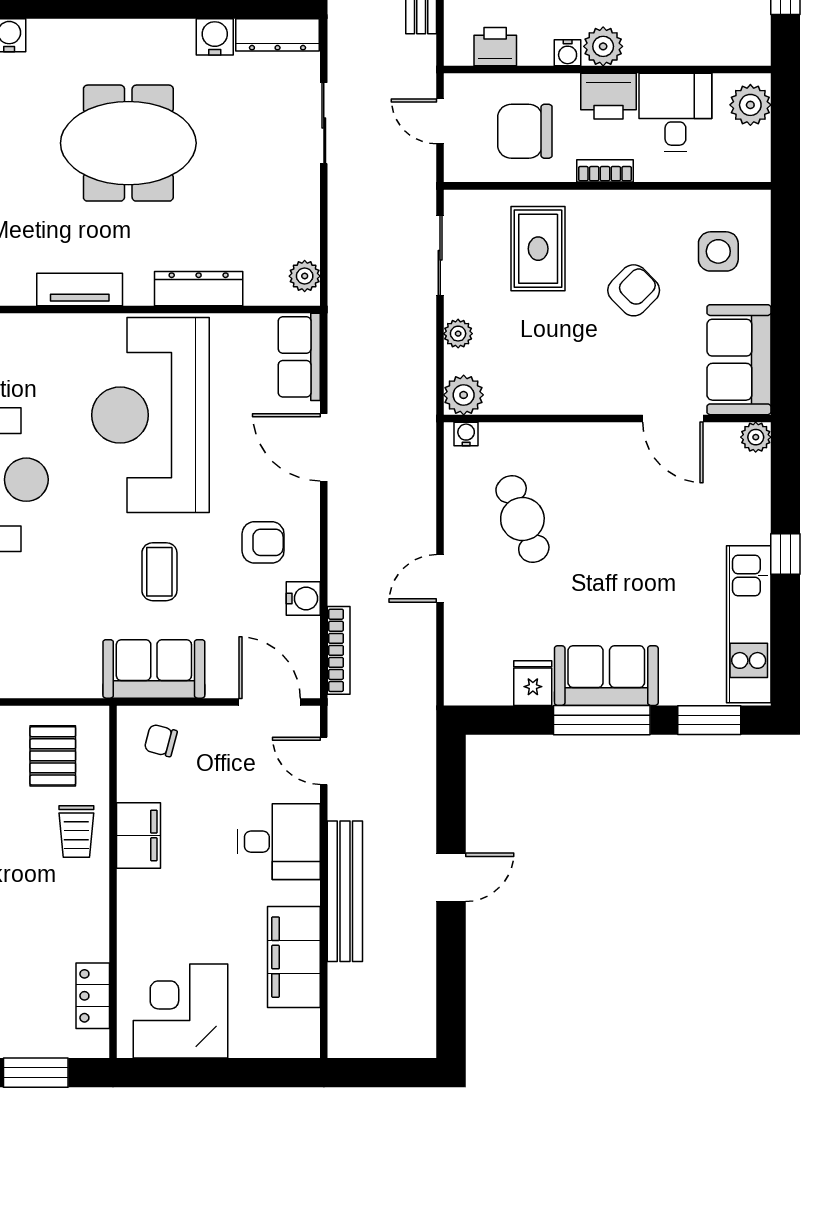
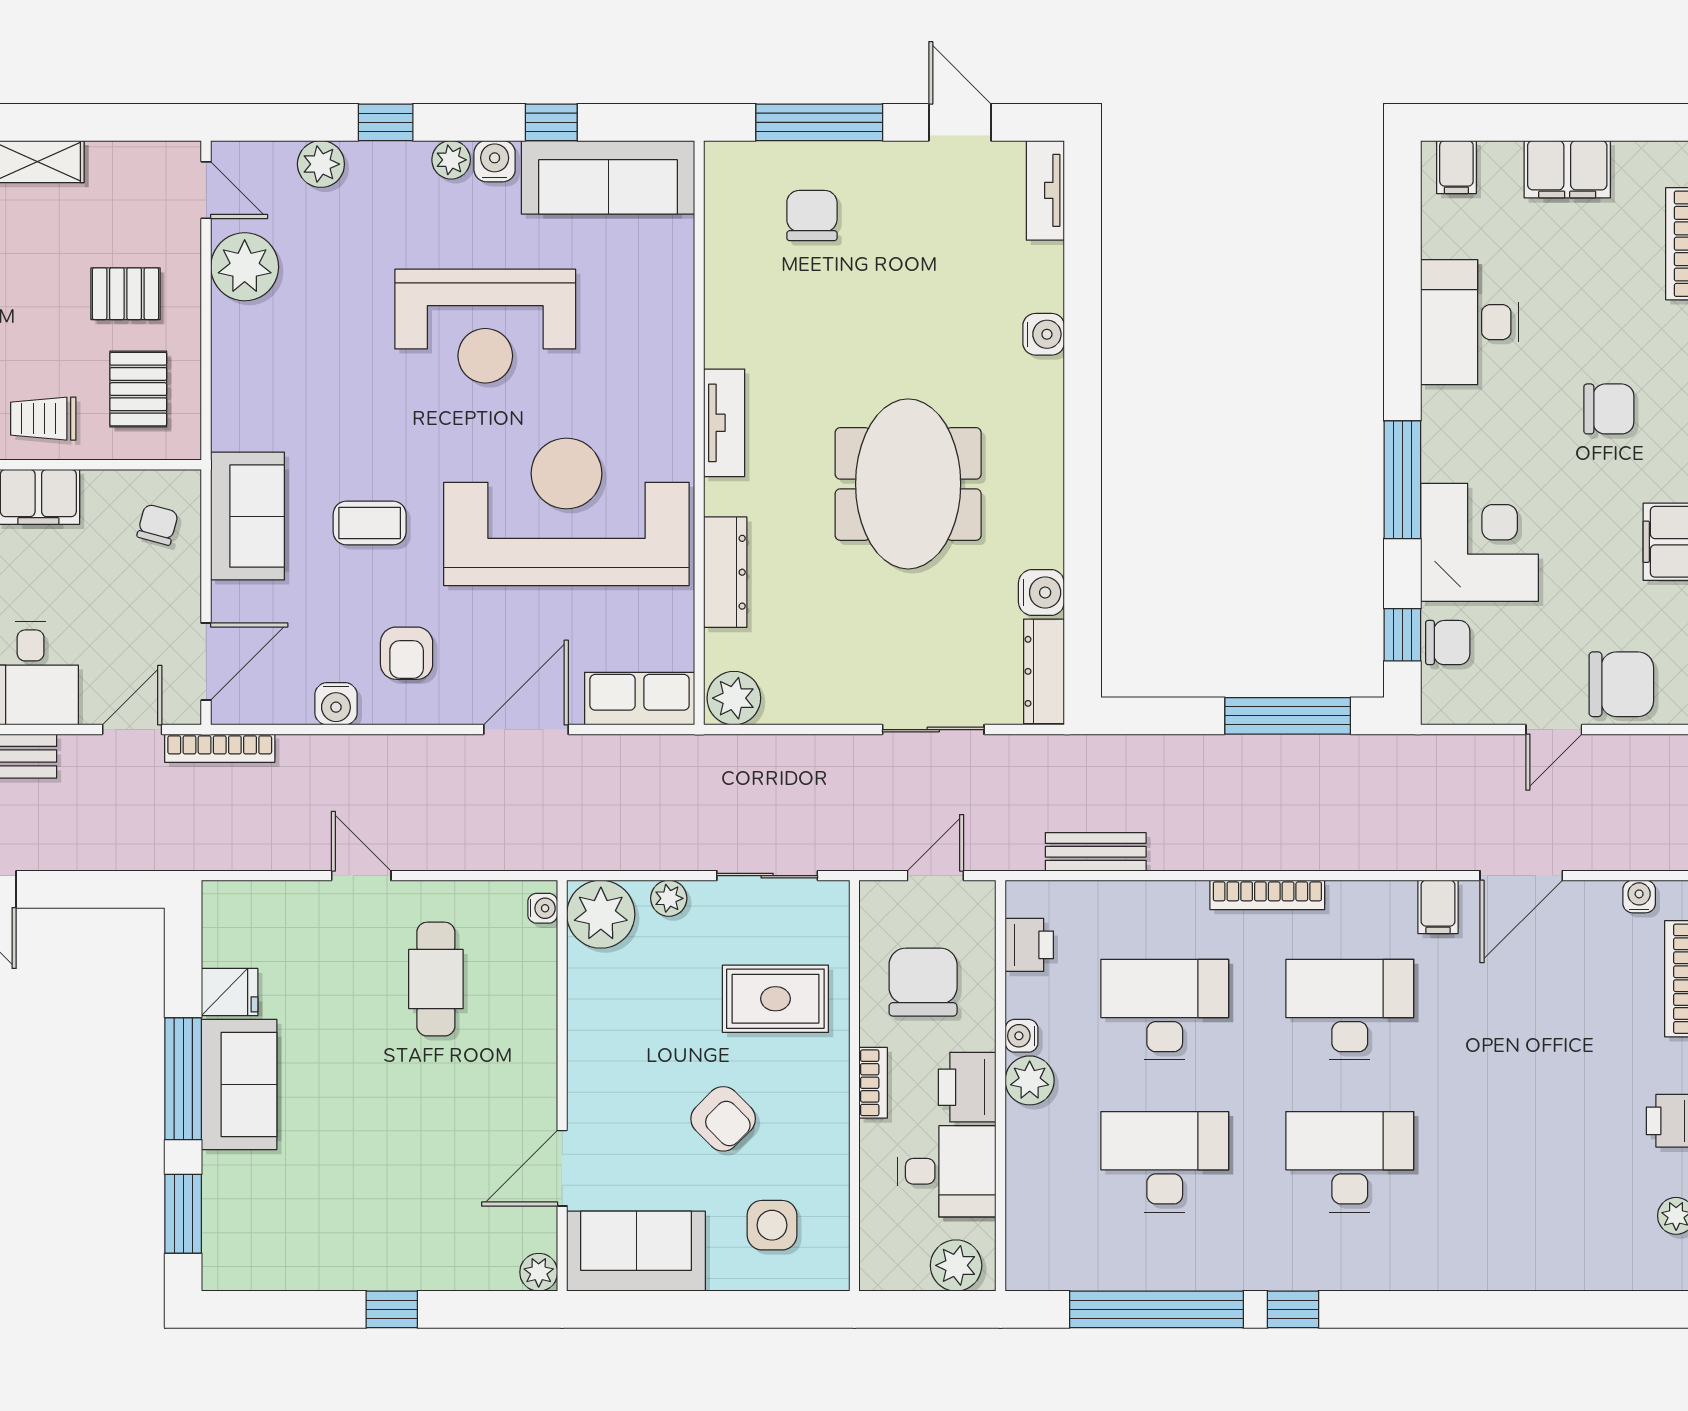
plant: (305, 276) -> (734, 698), width x1.38, depth x1.38
plant: (464, 395) -> (601, 914), width x1.36, depth x1.36
cafe table: (522, 519) -> (436, 979), turned -69
kitchen unit: (749, 624) -> (304, 1263), removed
bookcase: (339, 650) -> (220, 748), moved
pallet: (53, 756) -> (138, 389), turned 90

